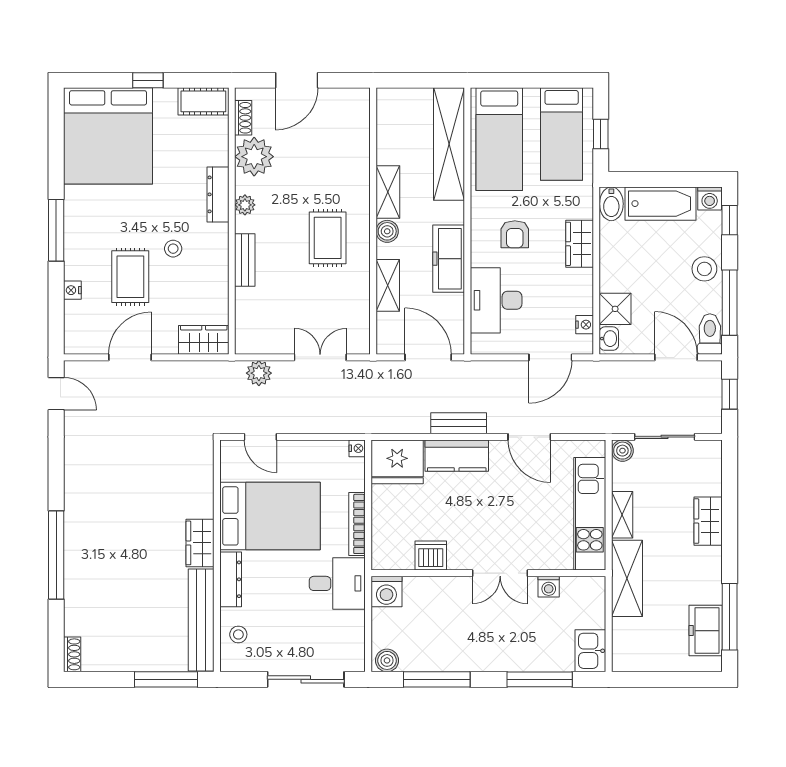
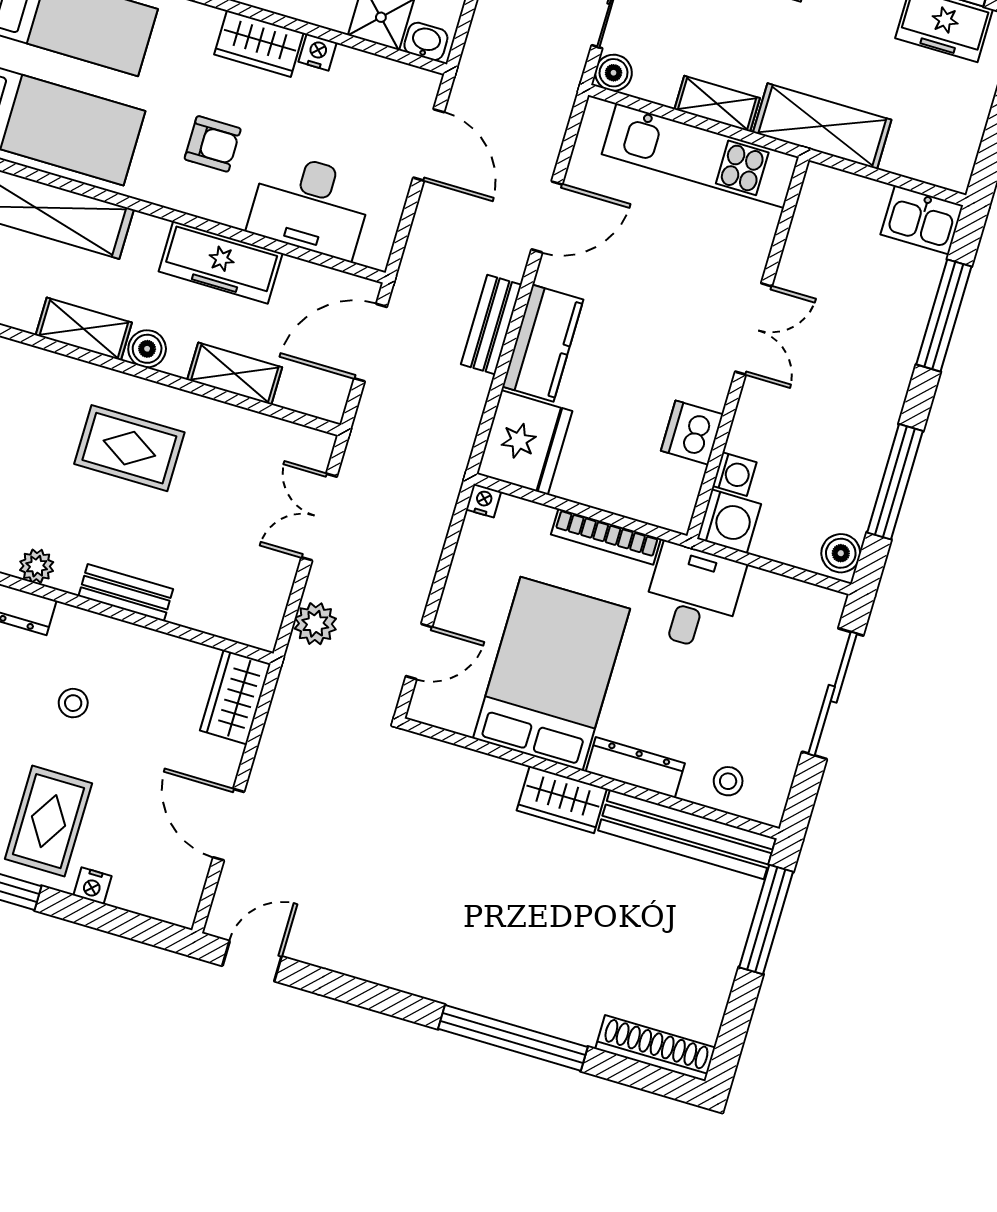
rug: (130, 277) -> (48, 821), moved, turned 90
nightstand: (585, 325) -> (318, 52), moved
washing machine: (549, 587) -> (735, 474), moved
shoe rack: (72, 654) -> (655, 1048), width x1.94, depth x1.24

